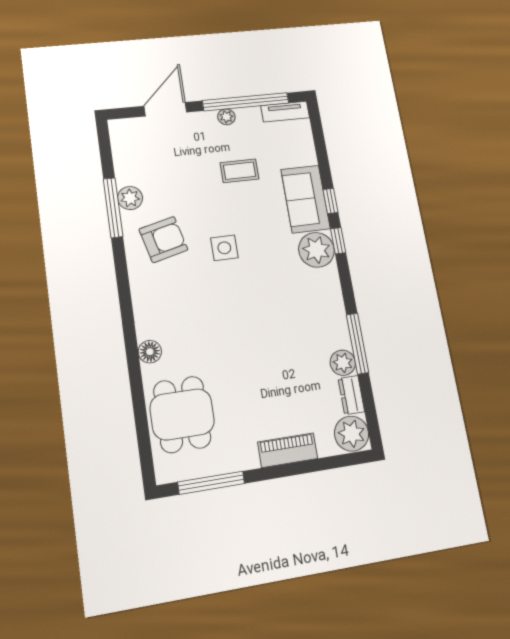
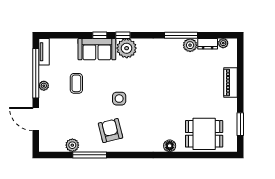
plant: (130, 198) -> (72, 145), moved
plant: (352, 434) -> (223, 43), width x0.53, depth x0.53
window: (211, 483) -> (240, 124), width x0.69

